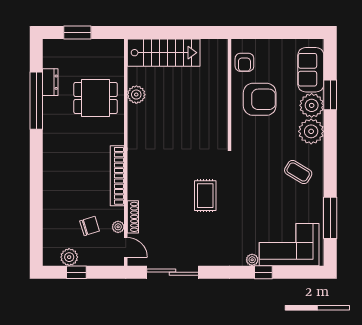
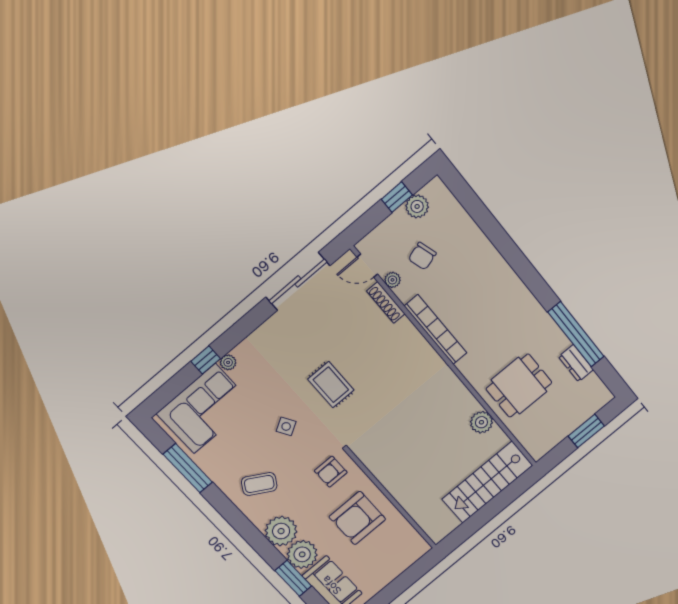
armchair: (244, 62) -> (331, 472), moved, turned -90
side table: (252, 193) -> (286, 426), added

